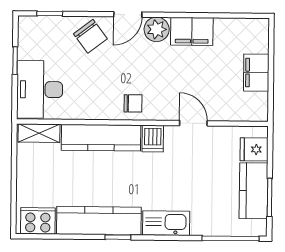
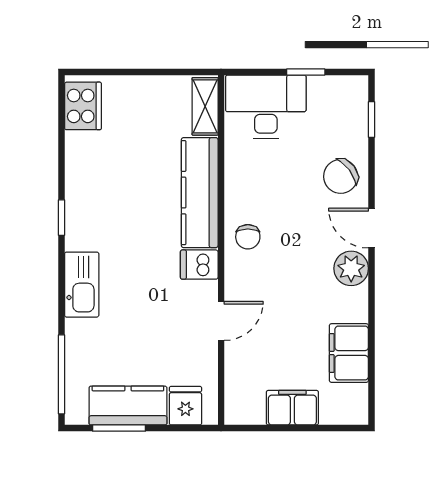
filing cabinet: (192, 31) -> (349, 353), moved
kitchen counter: (99, 221) -> (84, 191), removed

